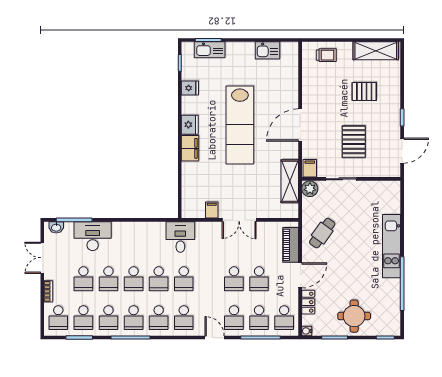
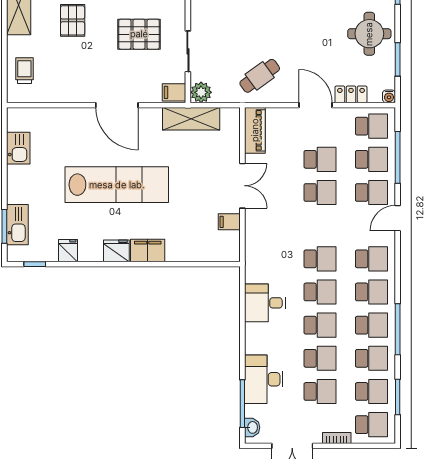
cafe table: (322, 233) -> (260, 76), turned -72
desk: (180, 237) -> (265, 303), moved
piano: (291, 245) -> (255, 130), moved, turned -90

